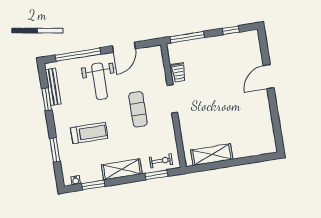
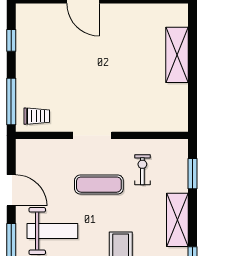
trolley: (179, 72) -> (37, 116), moved
shelving: (212, 155) -> (177, 55), moved
exercise bike: (161, 161) -> (142, 170), moved

